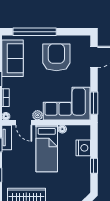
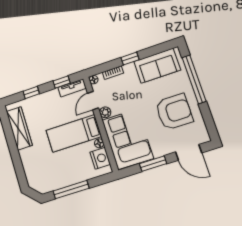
window: (94, 103) -> (153, 164), moved
nightstand: (83, 148) -> (100, 158), moved, turned -90
window: (94, 166) -> (71, 190), width x2.17

